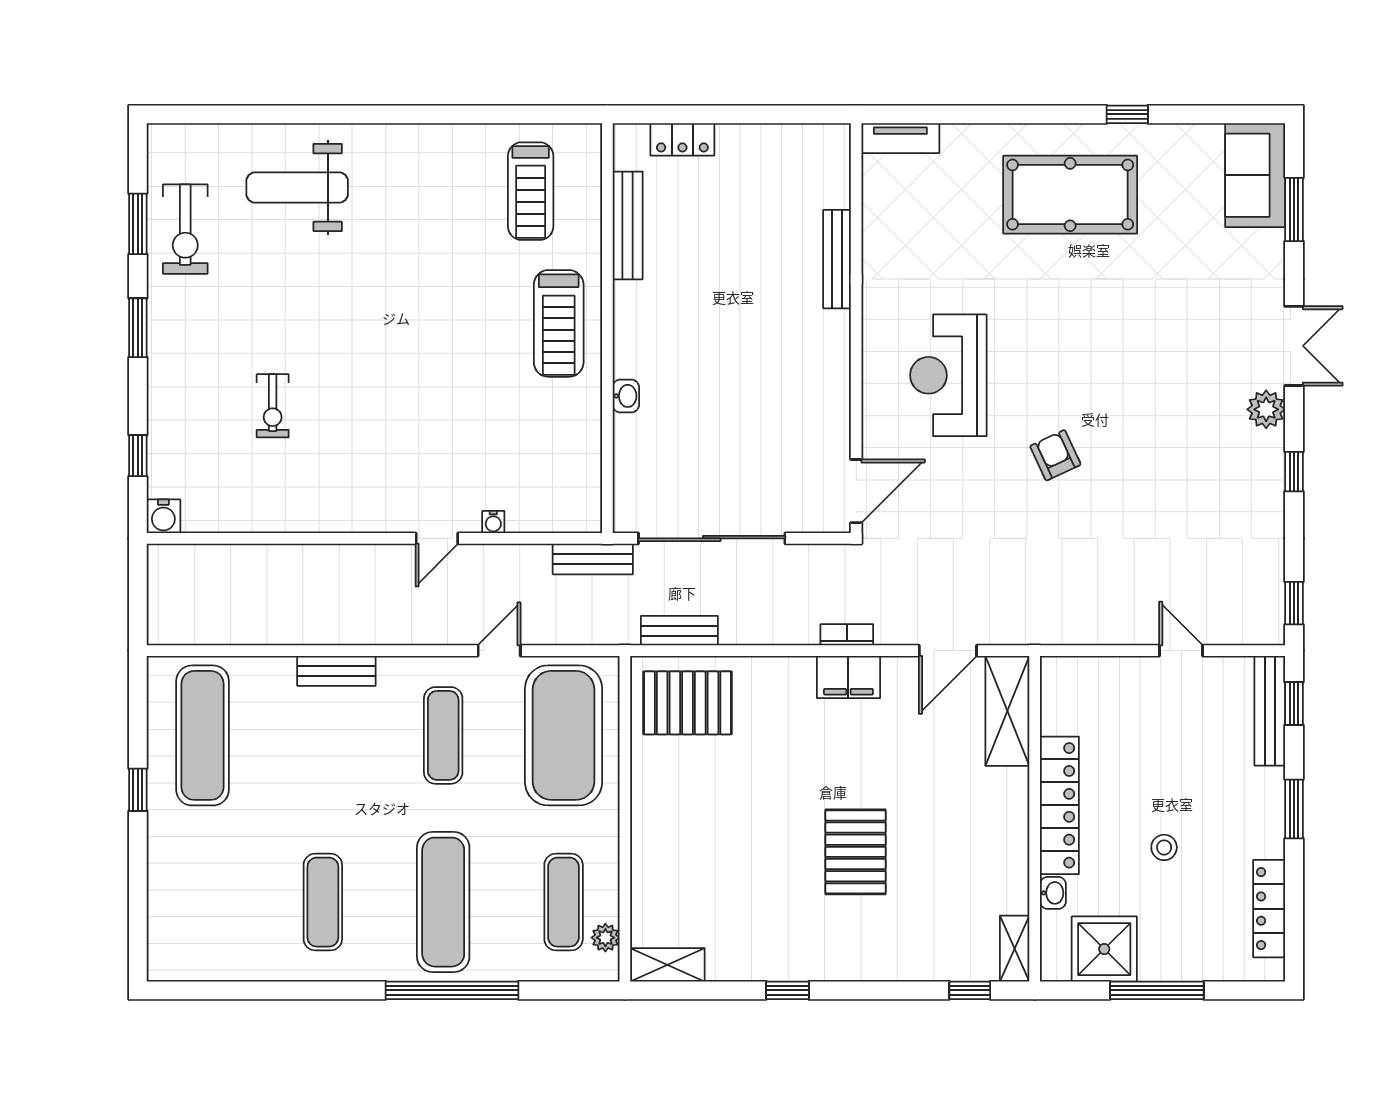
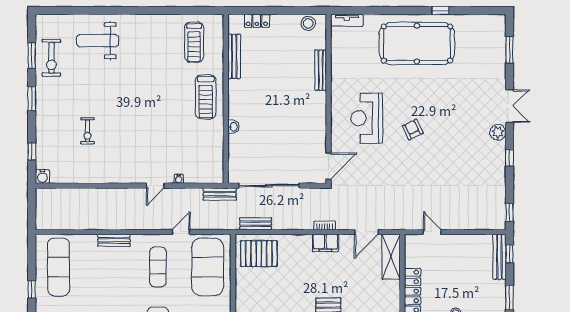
stool: (807, 146) -> (308, 23), added
sofa: (1255, 175) -> (493, 36), removed
pool table: (1070, 195) -> (417, 44), width x1.36, depth x1.32
armchair: (1055, 455) -> (413, 129), moved
door: (1181, 651) -> (432, 232), moved

